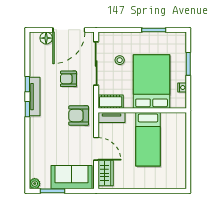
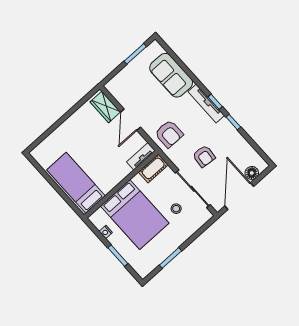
armchair: (68, 79) -> (204, 156), turned 96
tv unit: (35, 97) -> (206, 104), moved
armchair: (79, 116) -> (169, 134), turned 90
bed: (148, 139) -> (76, 183), moved
door: (96, 149) -> (131, 120), hinge flipped
sofa: (71, 177) -> (171, 75), moved, turned 90
plant: (35, 184) -> (155, 47), removed

